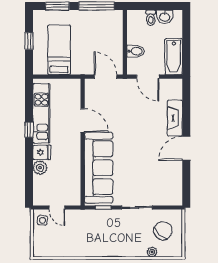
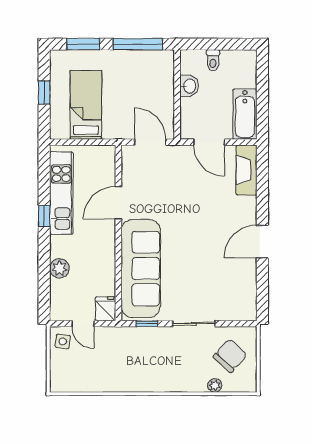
washbasin: (165, 17) -> (189, 86), moved, turned -90
bidet: (135, 51) -> (192, 107), removed
fireplace: (175, 118) -> (246, 170), moved
door: (83, 120) -> (118, 203), swing flipped
fridge: (42, 152) -> (106, 309), moved, turned -90

